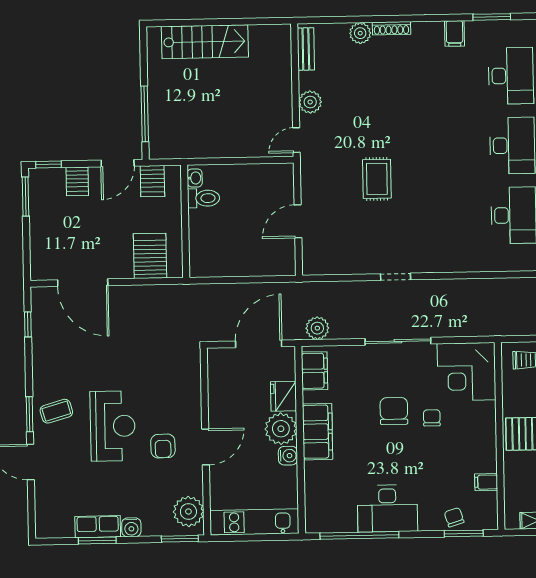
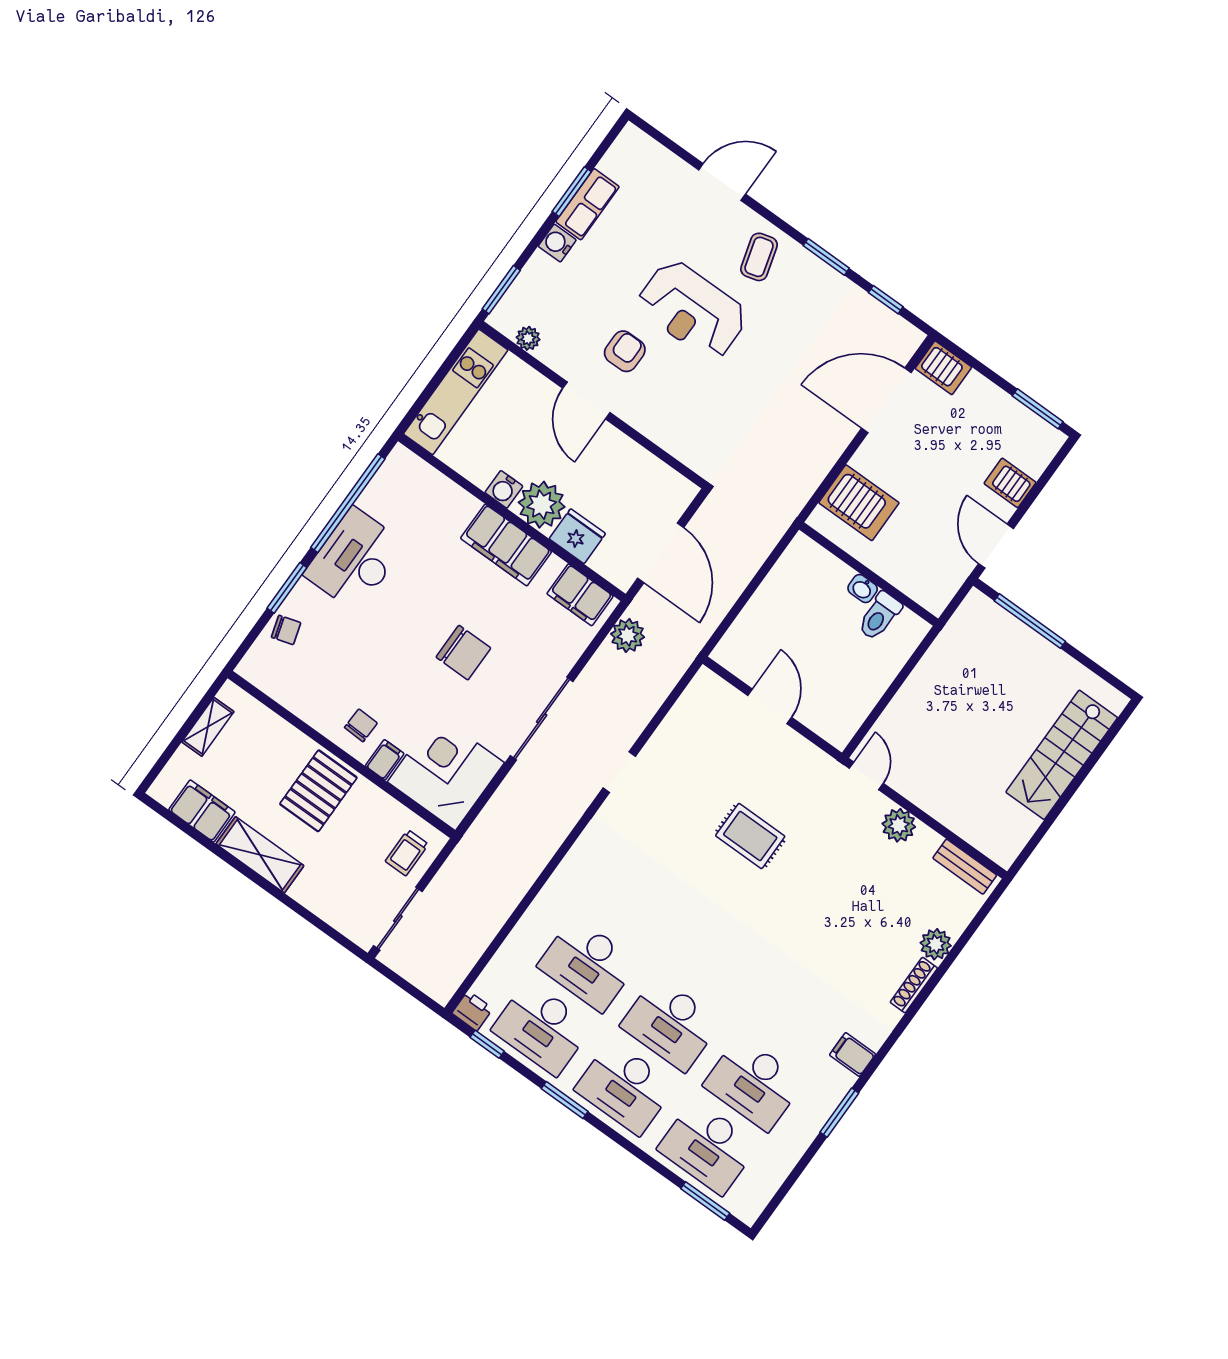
window: (48, 164) -> (1055, 464), removed
washbasin: (195, 178) -> (863, 589), moved
server rack: (152, 181) -> (943, 368), moved, turned 180
window: (30, 414) -> (826, 257), moved
chair: (432, 418) -> (361, 725), moved, turned -88
armchair: (163, 446) -> (625, 351), turned 91
filing cabinet: (486, 482) -> (385, 760), moved
plant: (188, 512) -> (528, 338), width x0.53, depth x0.53
window: (464, 533) -> (287, 588), moved

